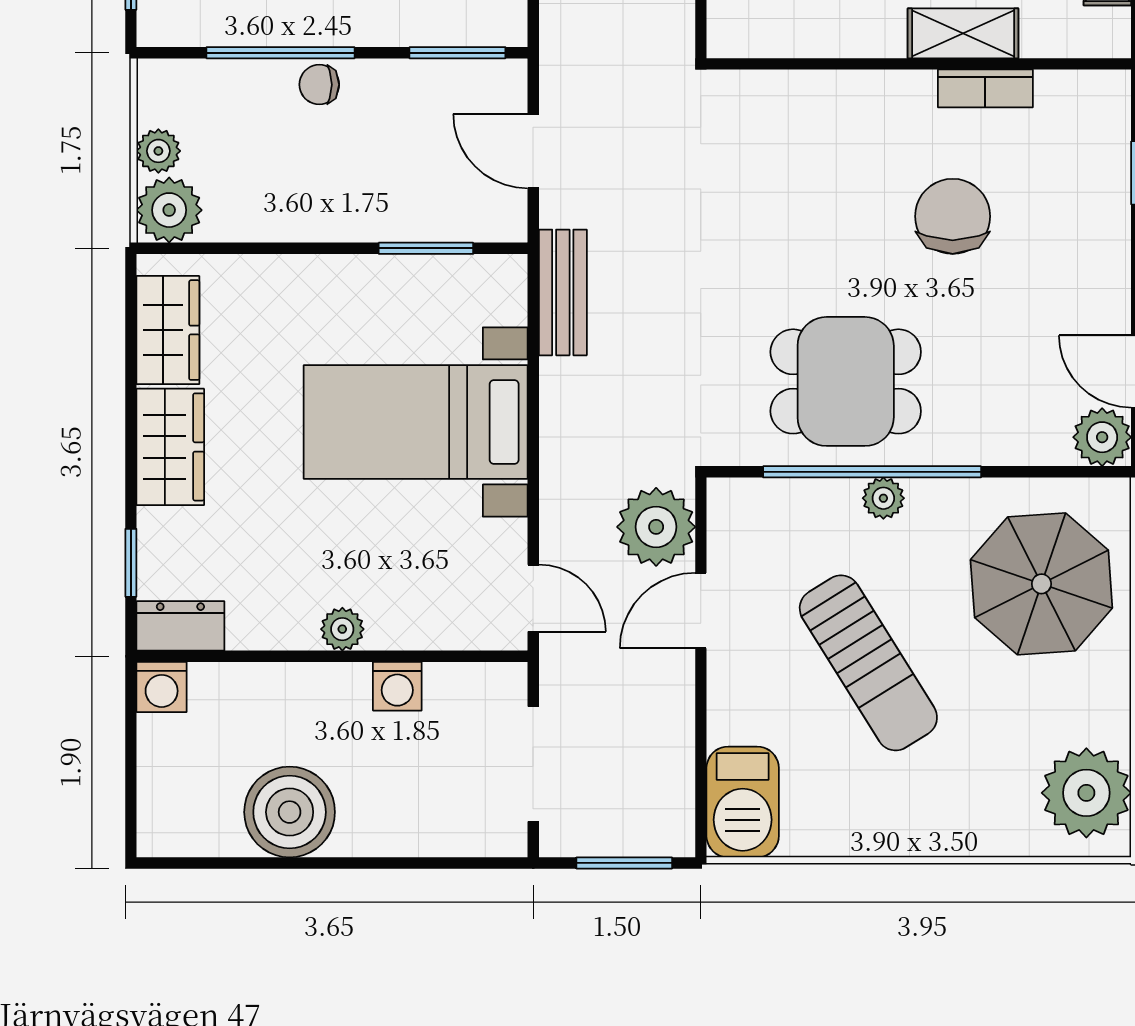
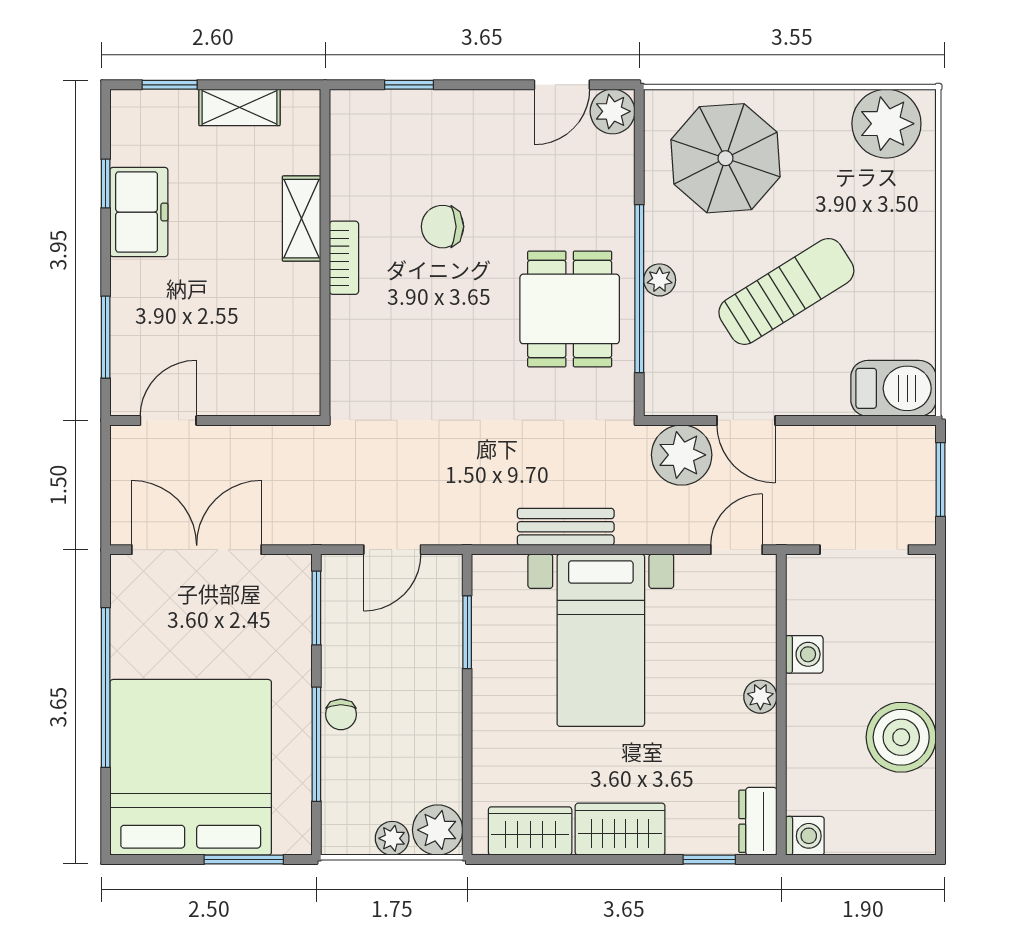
bookcase: (985, 88) -> (344, 258), moved
chair: (953, 216) -> (442, 227), width x0.73, depth x0.73
bench: (563, 292) -> (566, 527), moved

